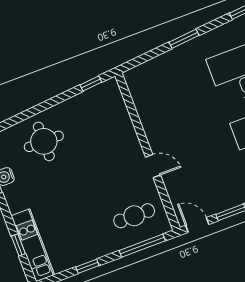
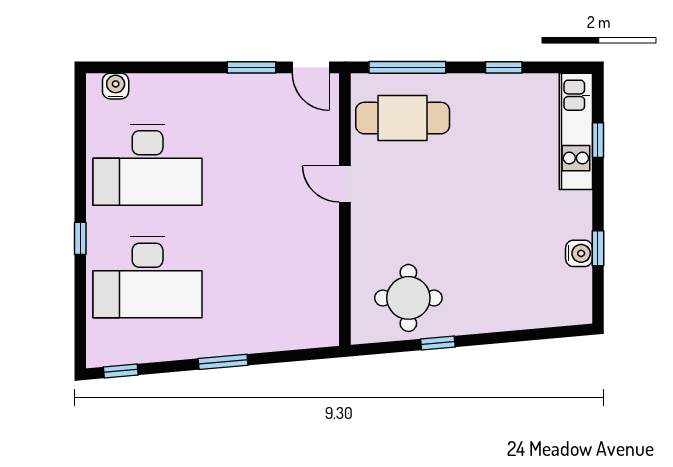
window: (91, 83) -> (438, 343), moved
round table: (44, 141) -> (408, 298), moved
cafe table: (134, 216) -> (403, 118), width x1.37, depth x1.35

